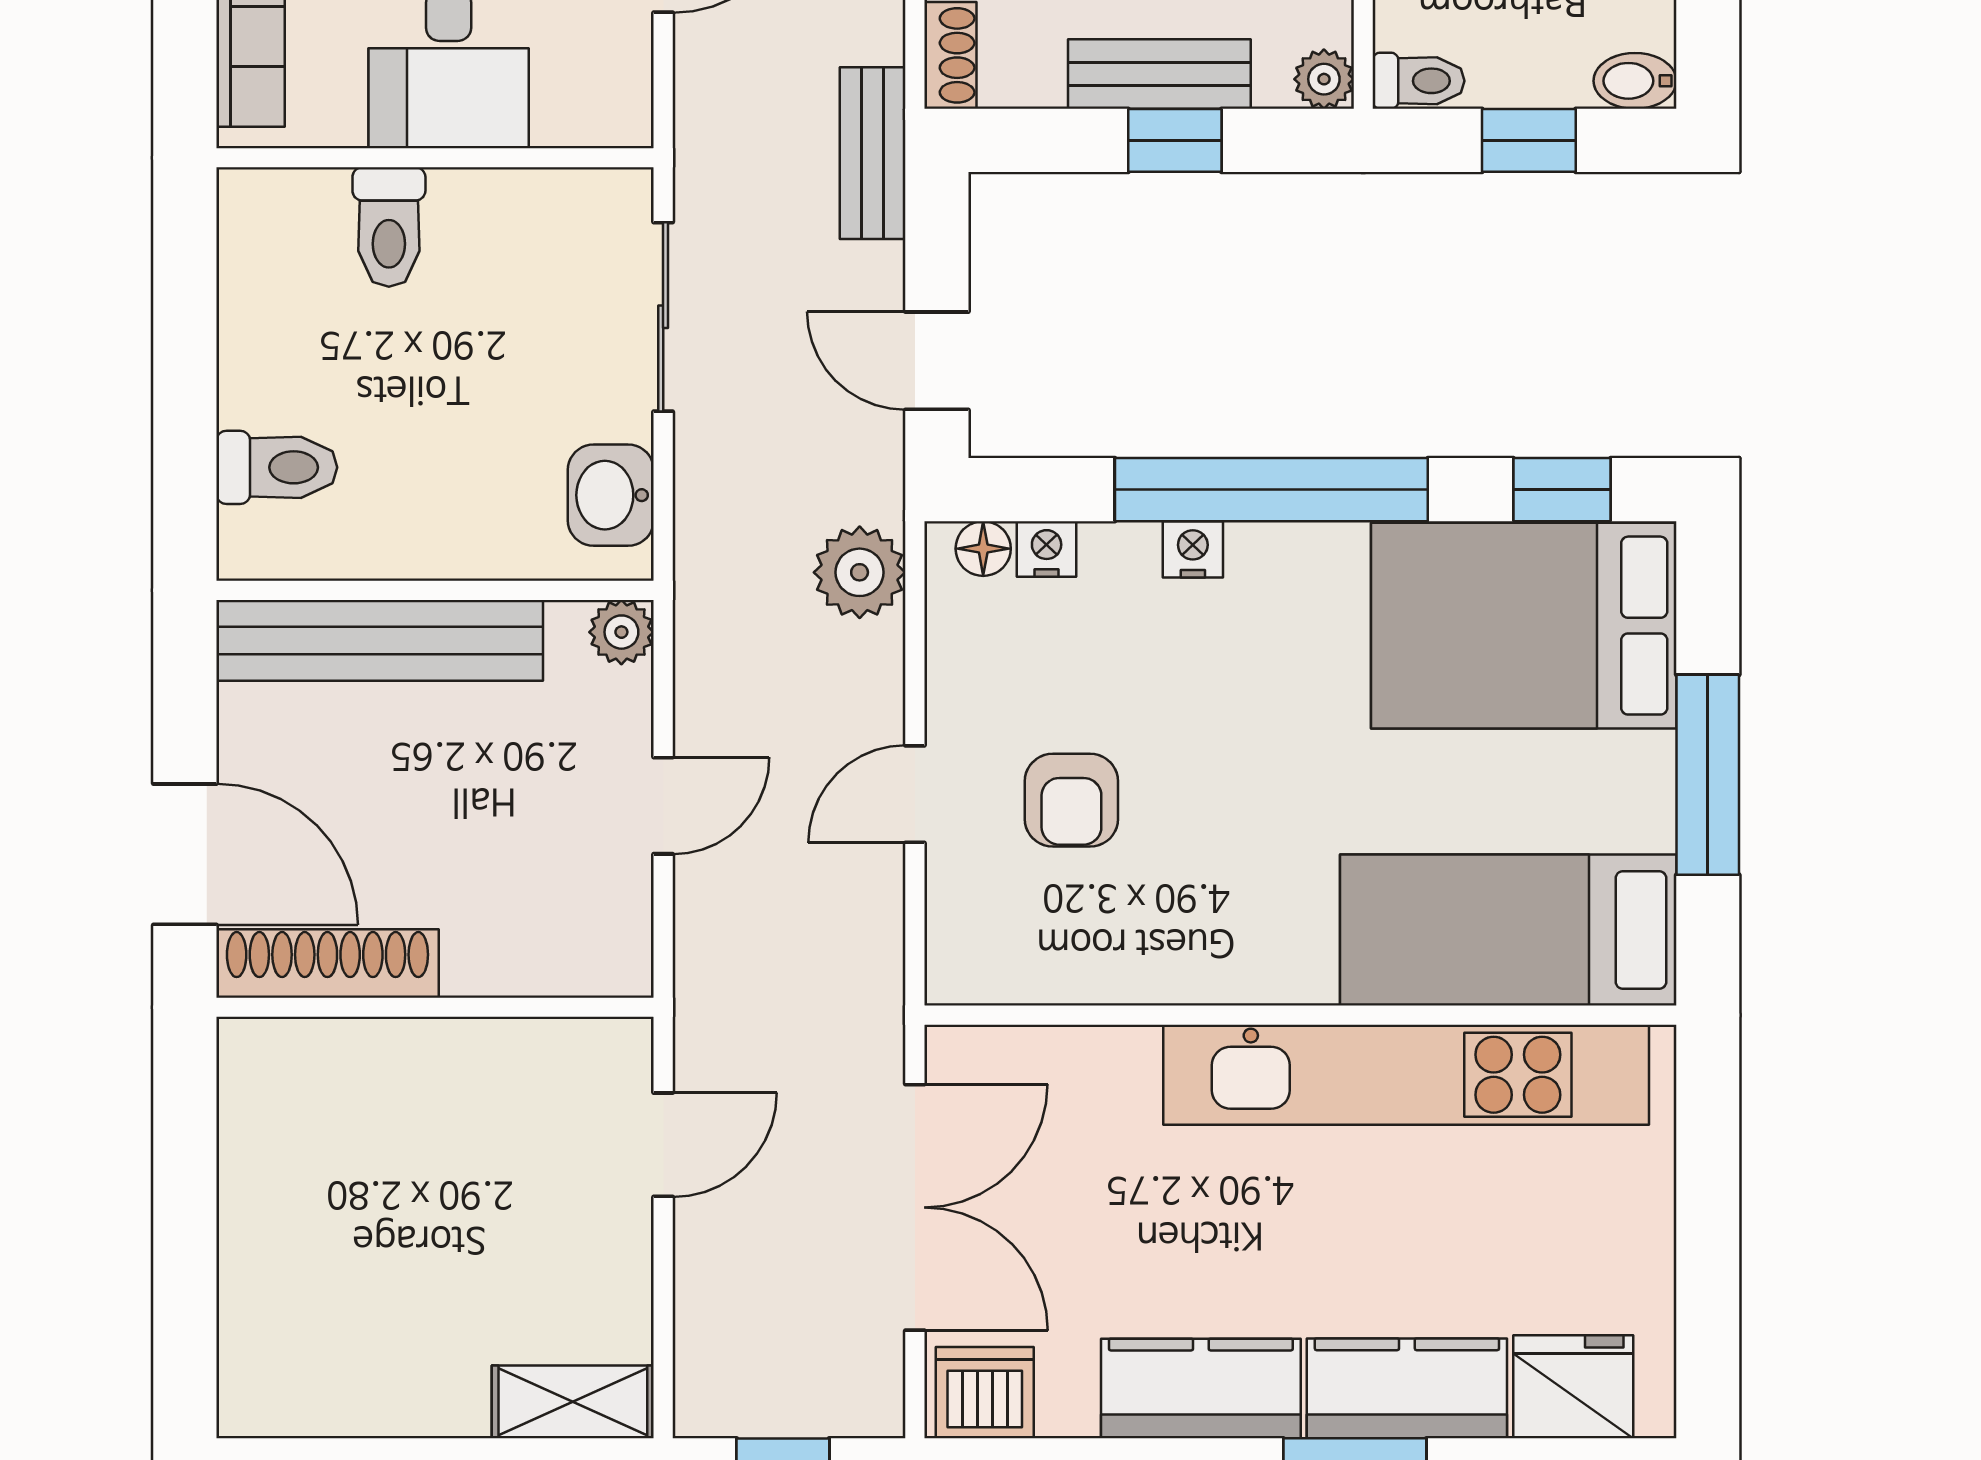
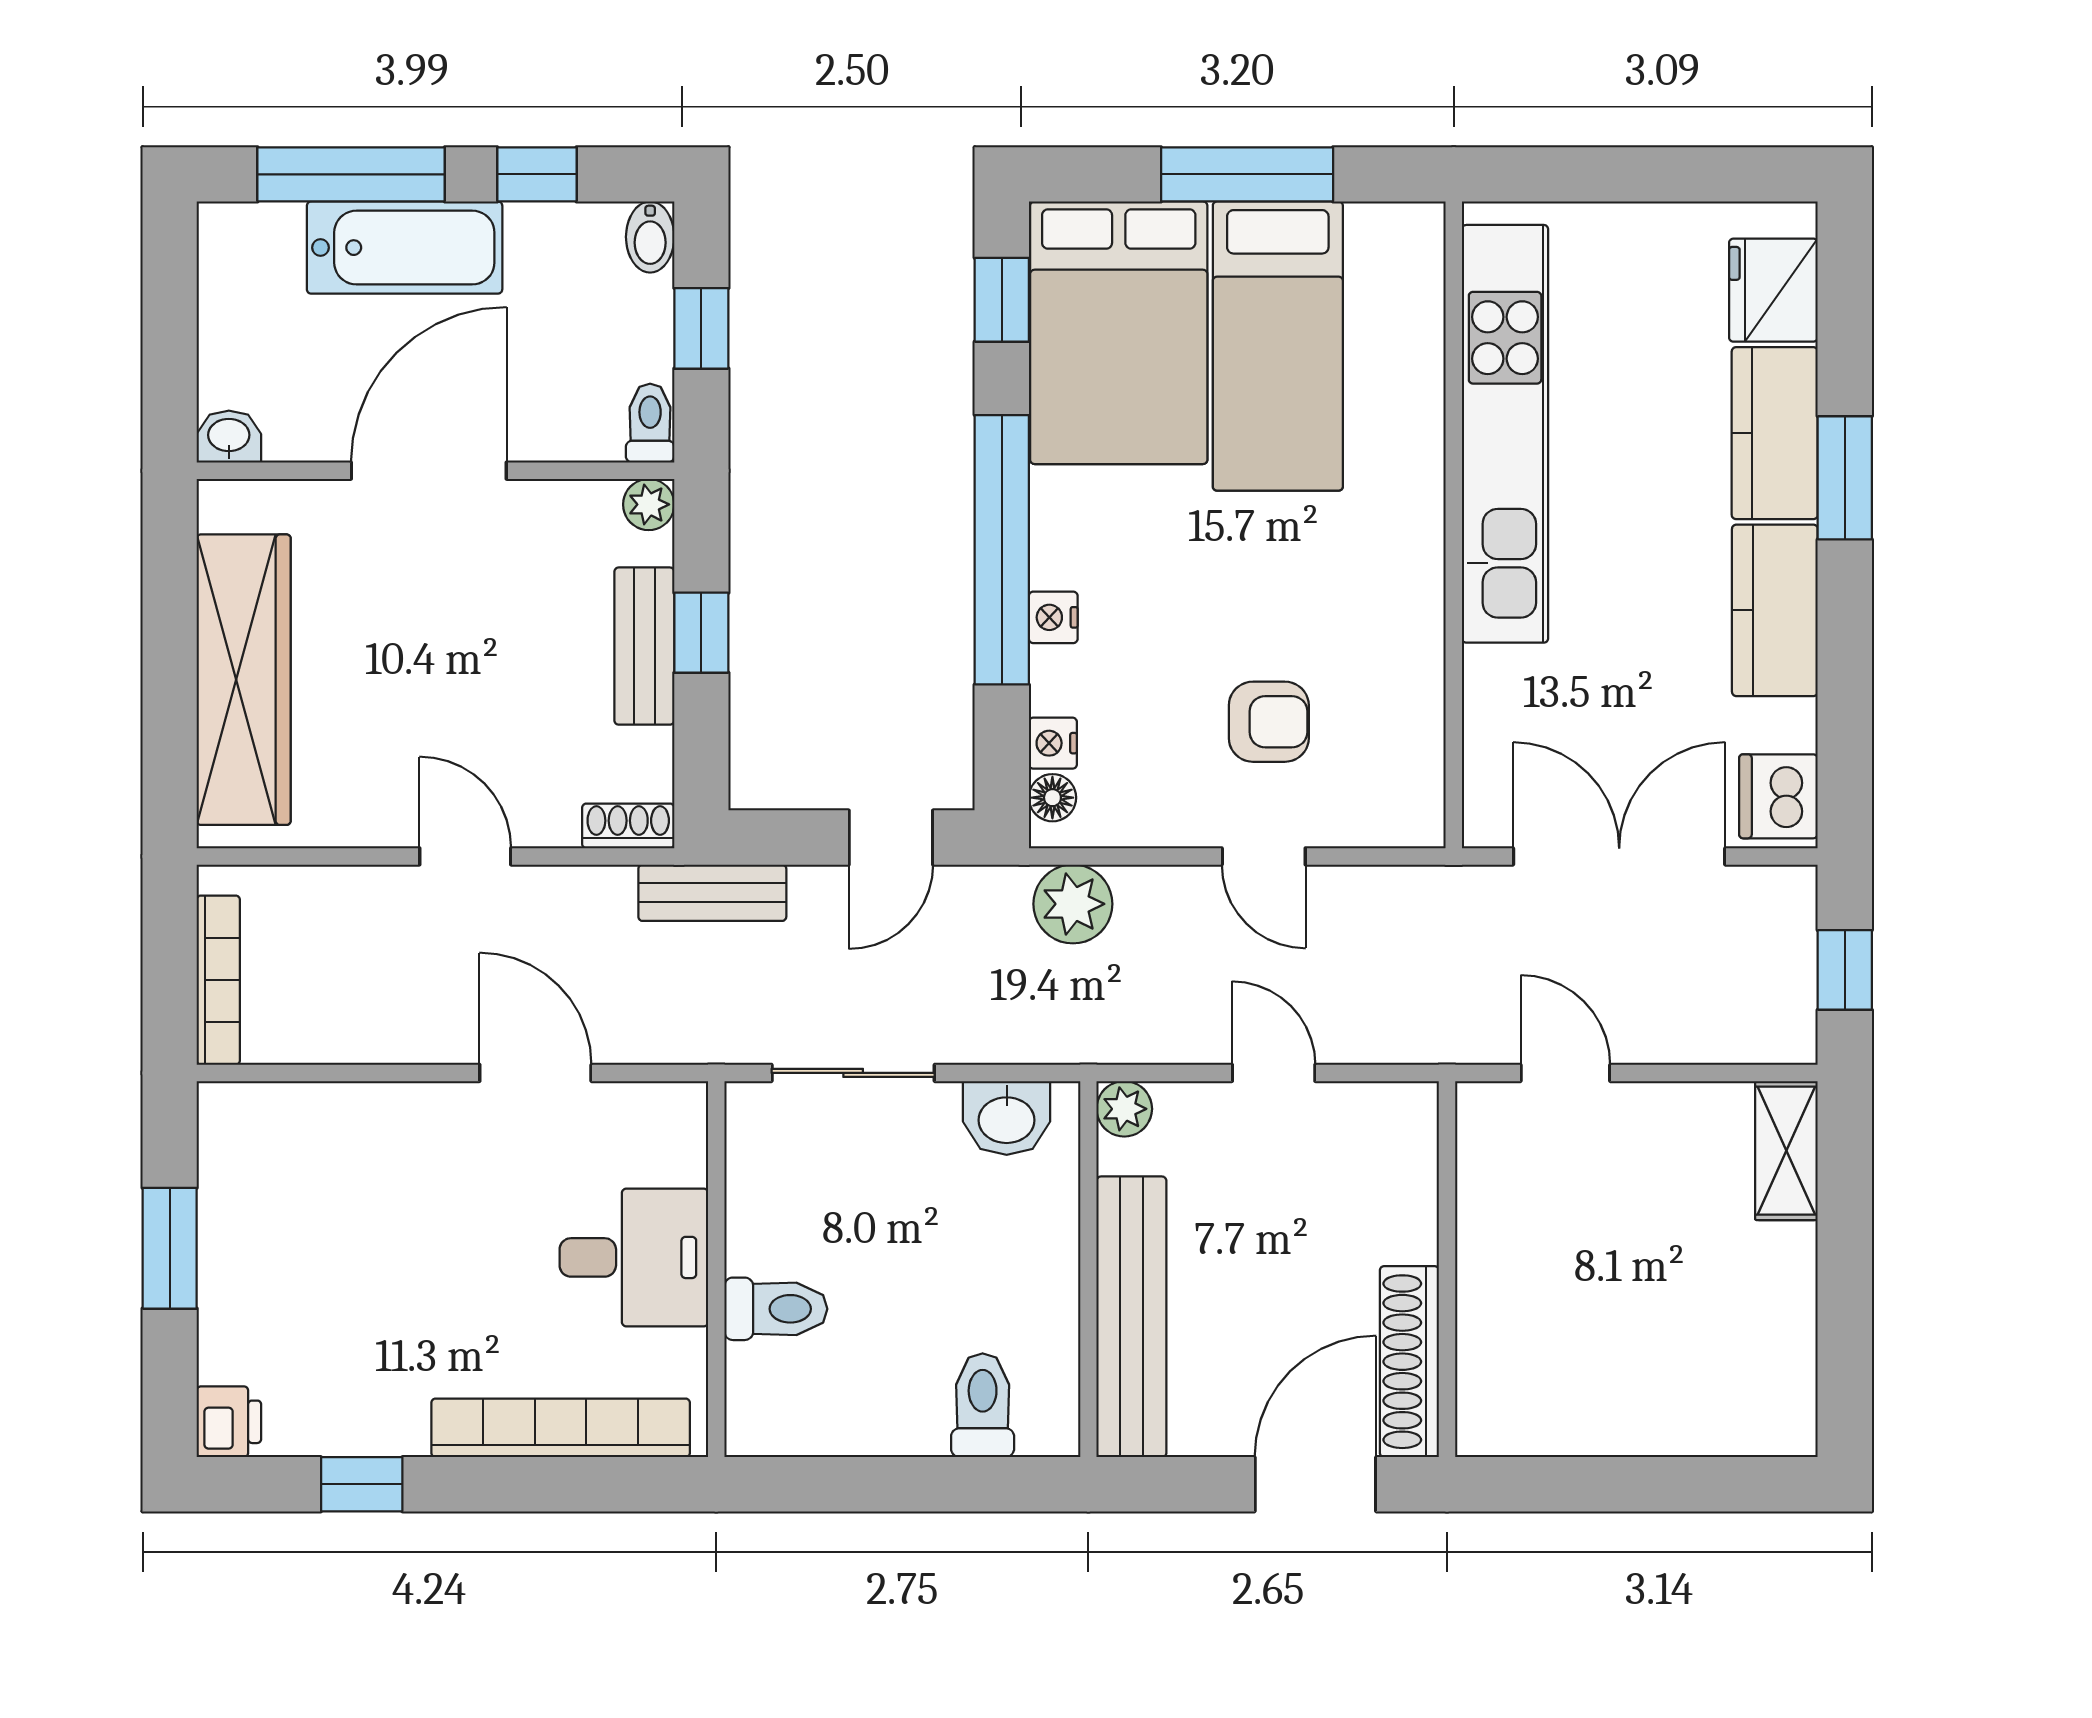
bed: (1508, 930) -> (1278, 346), moved

